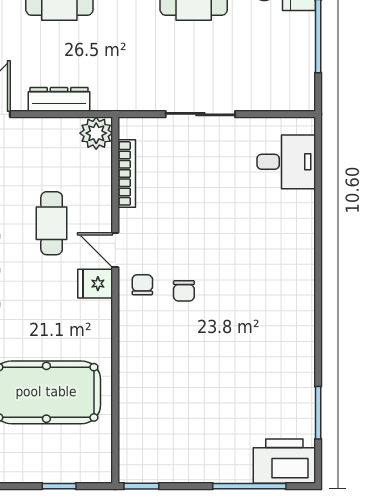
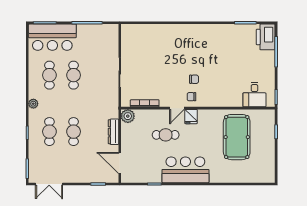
desk: (286, 162) -> (254, 95), moved, turned 180

